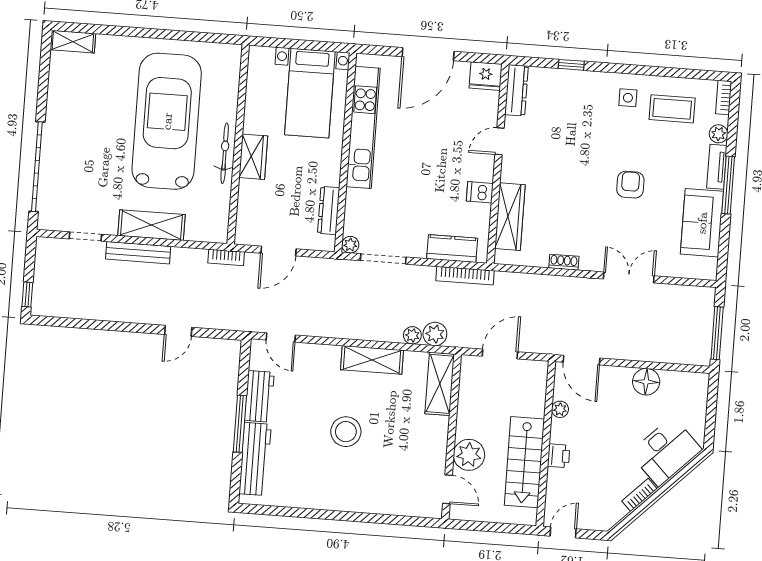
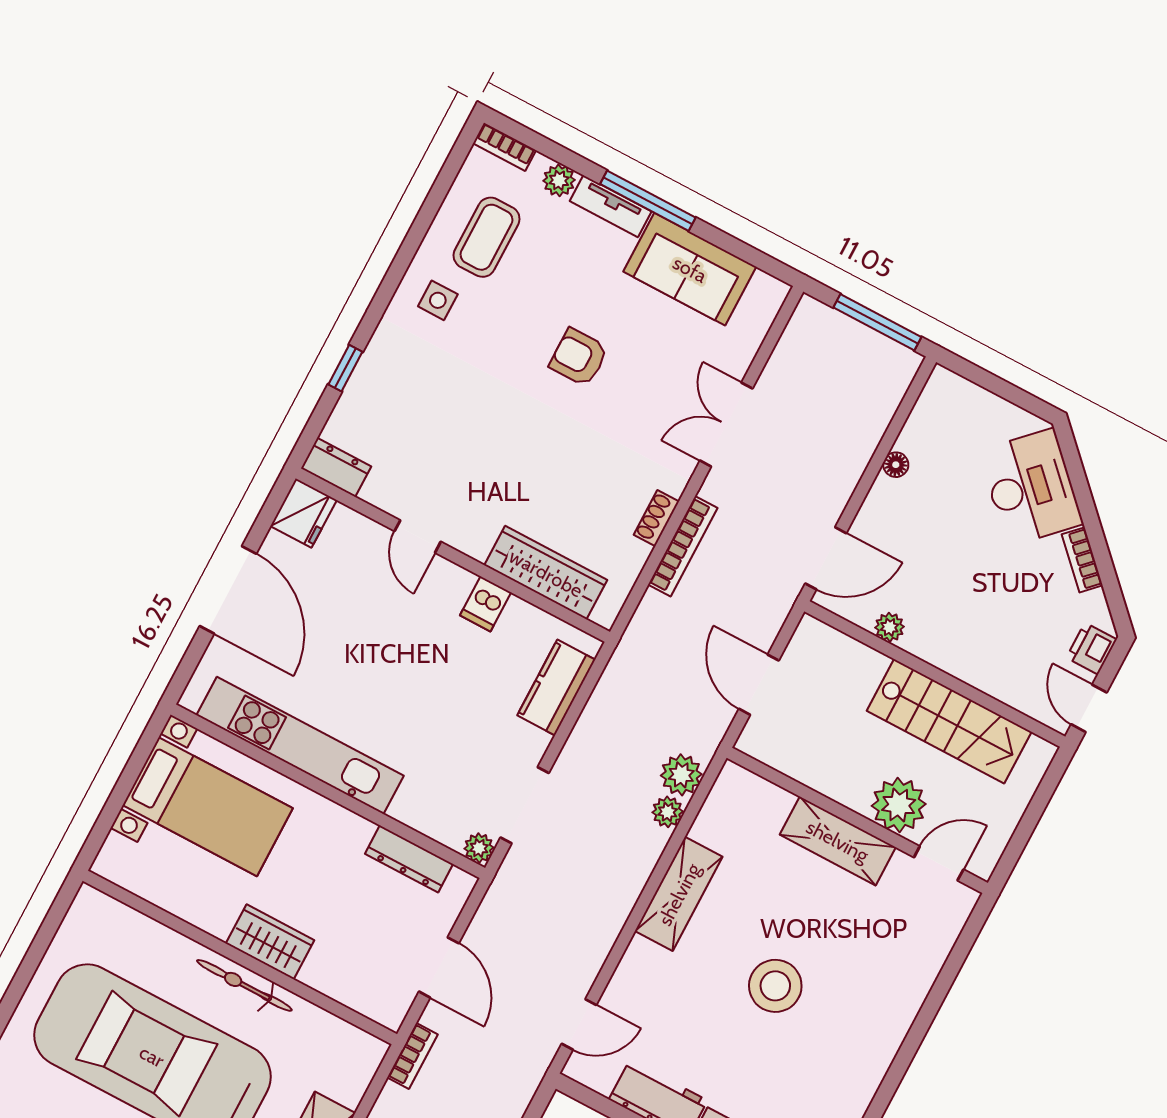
dresser: (516, 90) -> (336, 467), width x0.70
bookcase: (465, 276) -> (683, 546), moved
floor lamp: (646, 382) -> (896, 465), width x0.53, depth x0.53
shelving: (440, 384) -> (838, 841), moved
printer: (559, 456) -> (1092, 649), moved, turned -90

